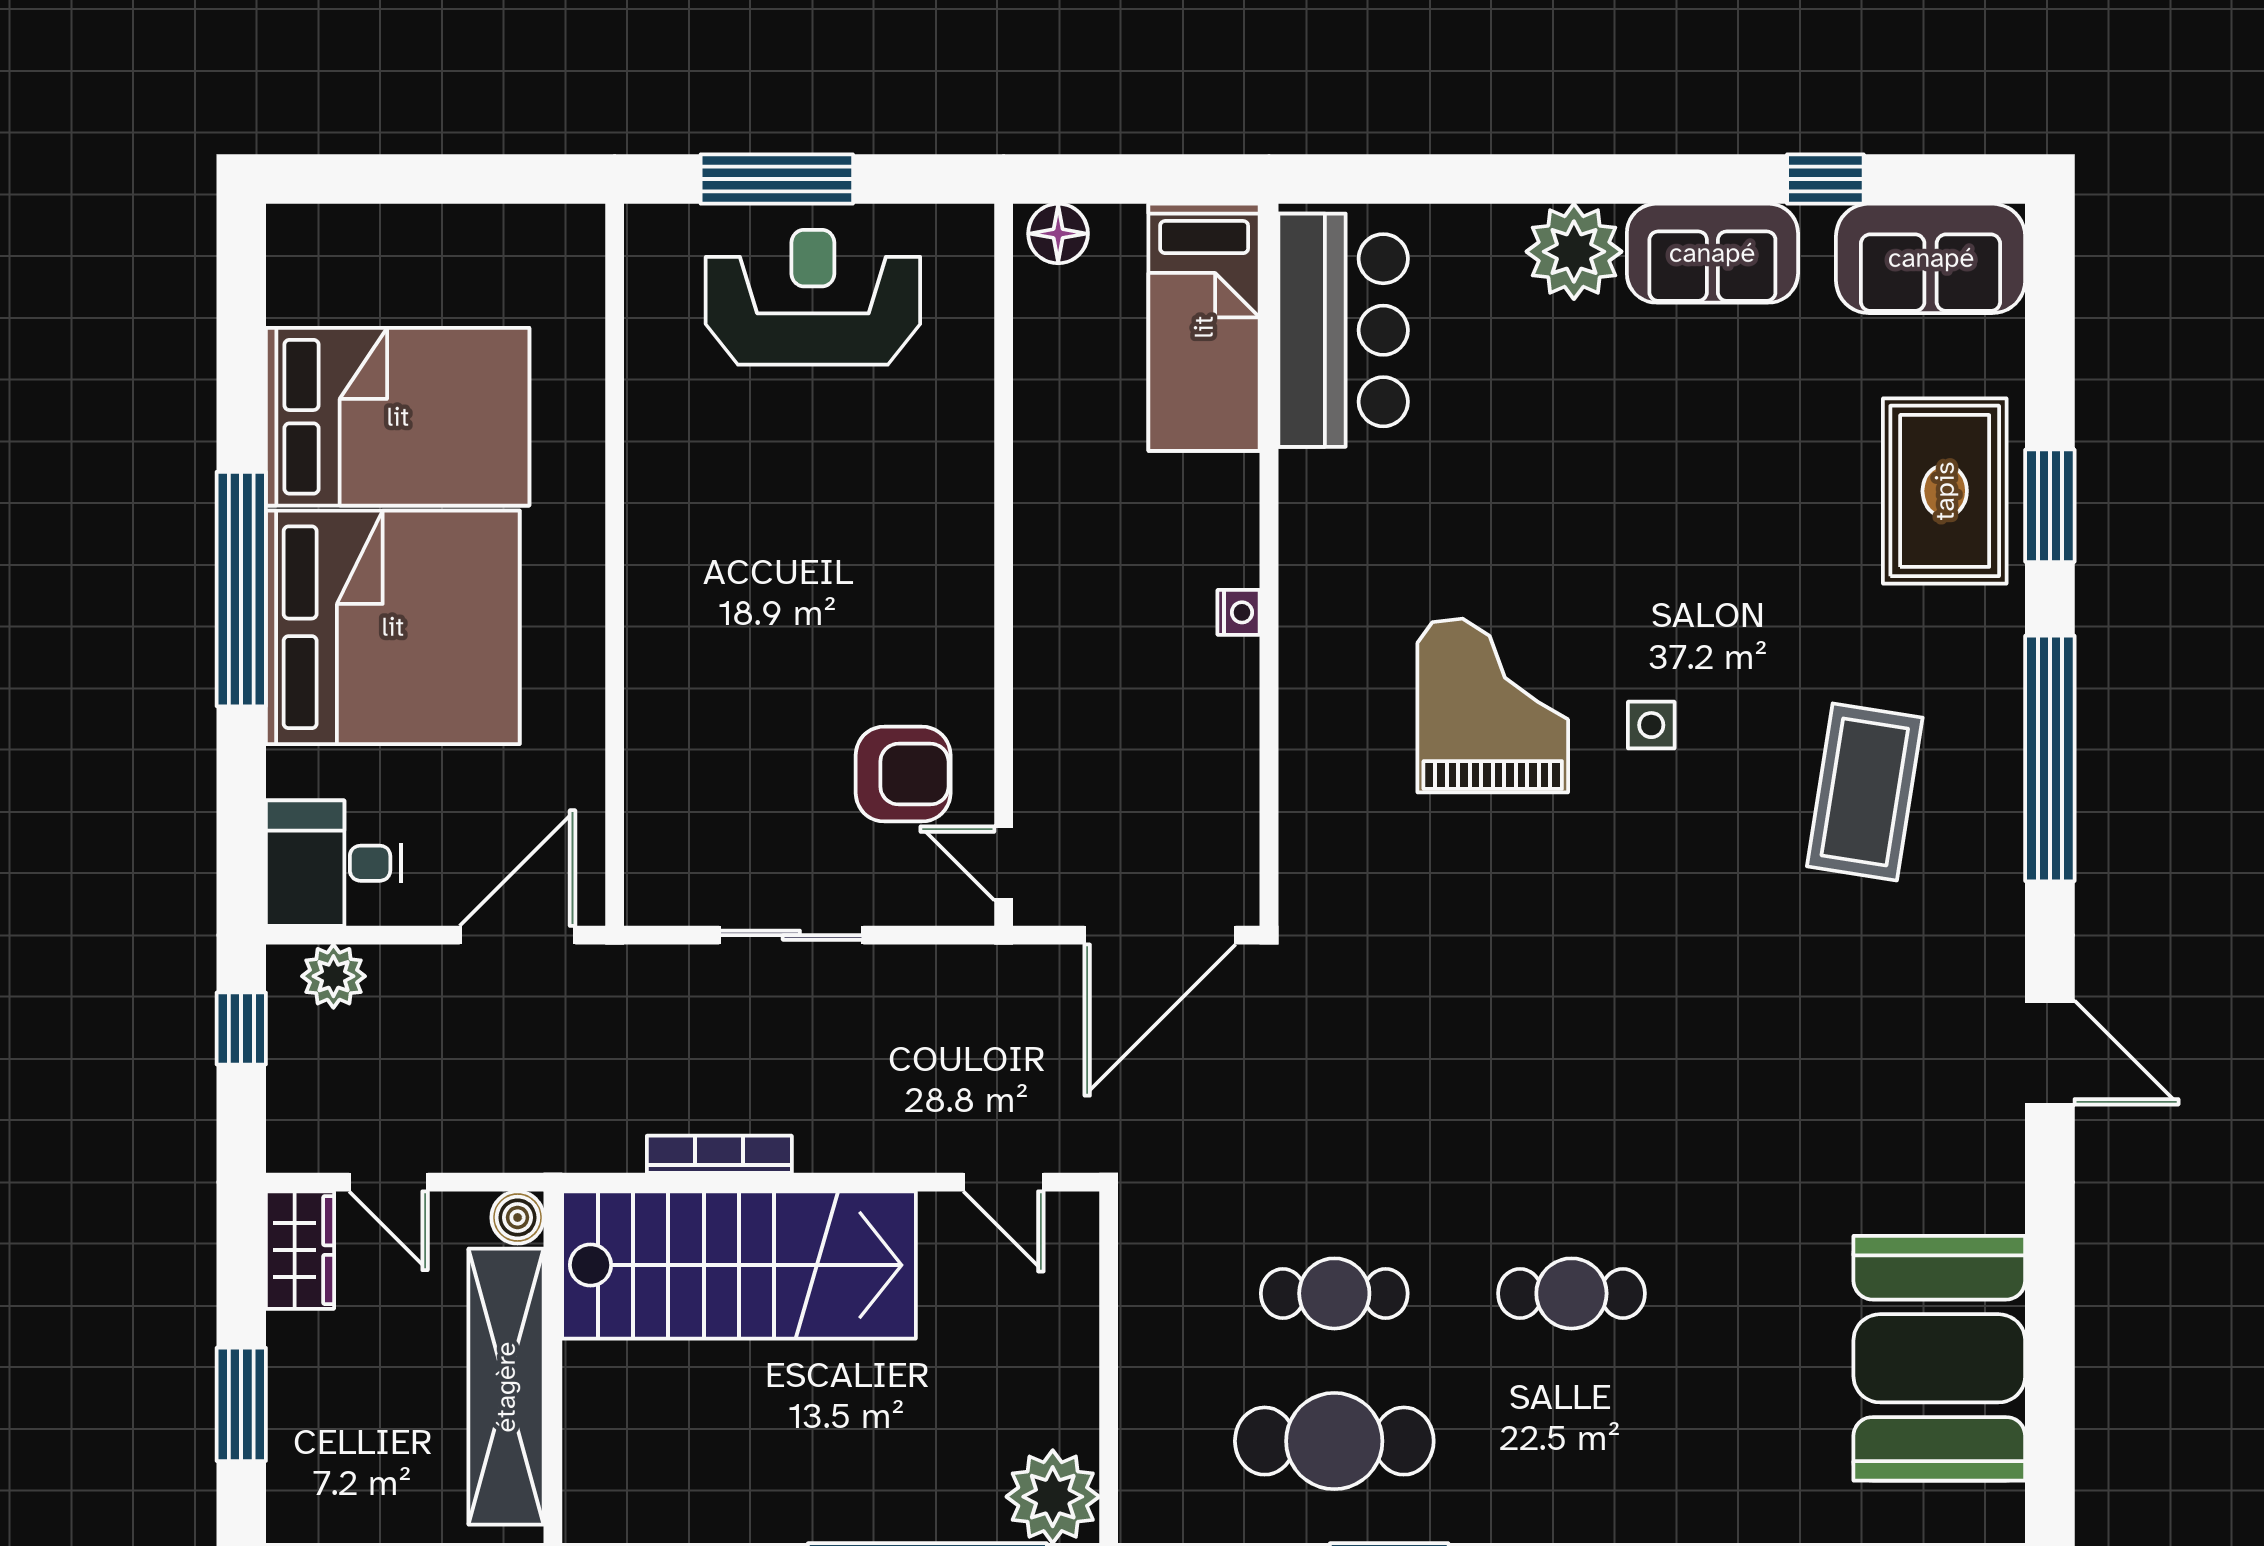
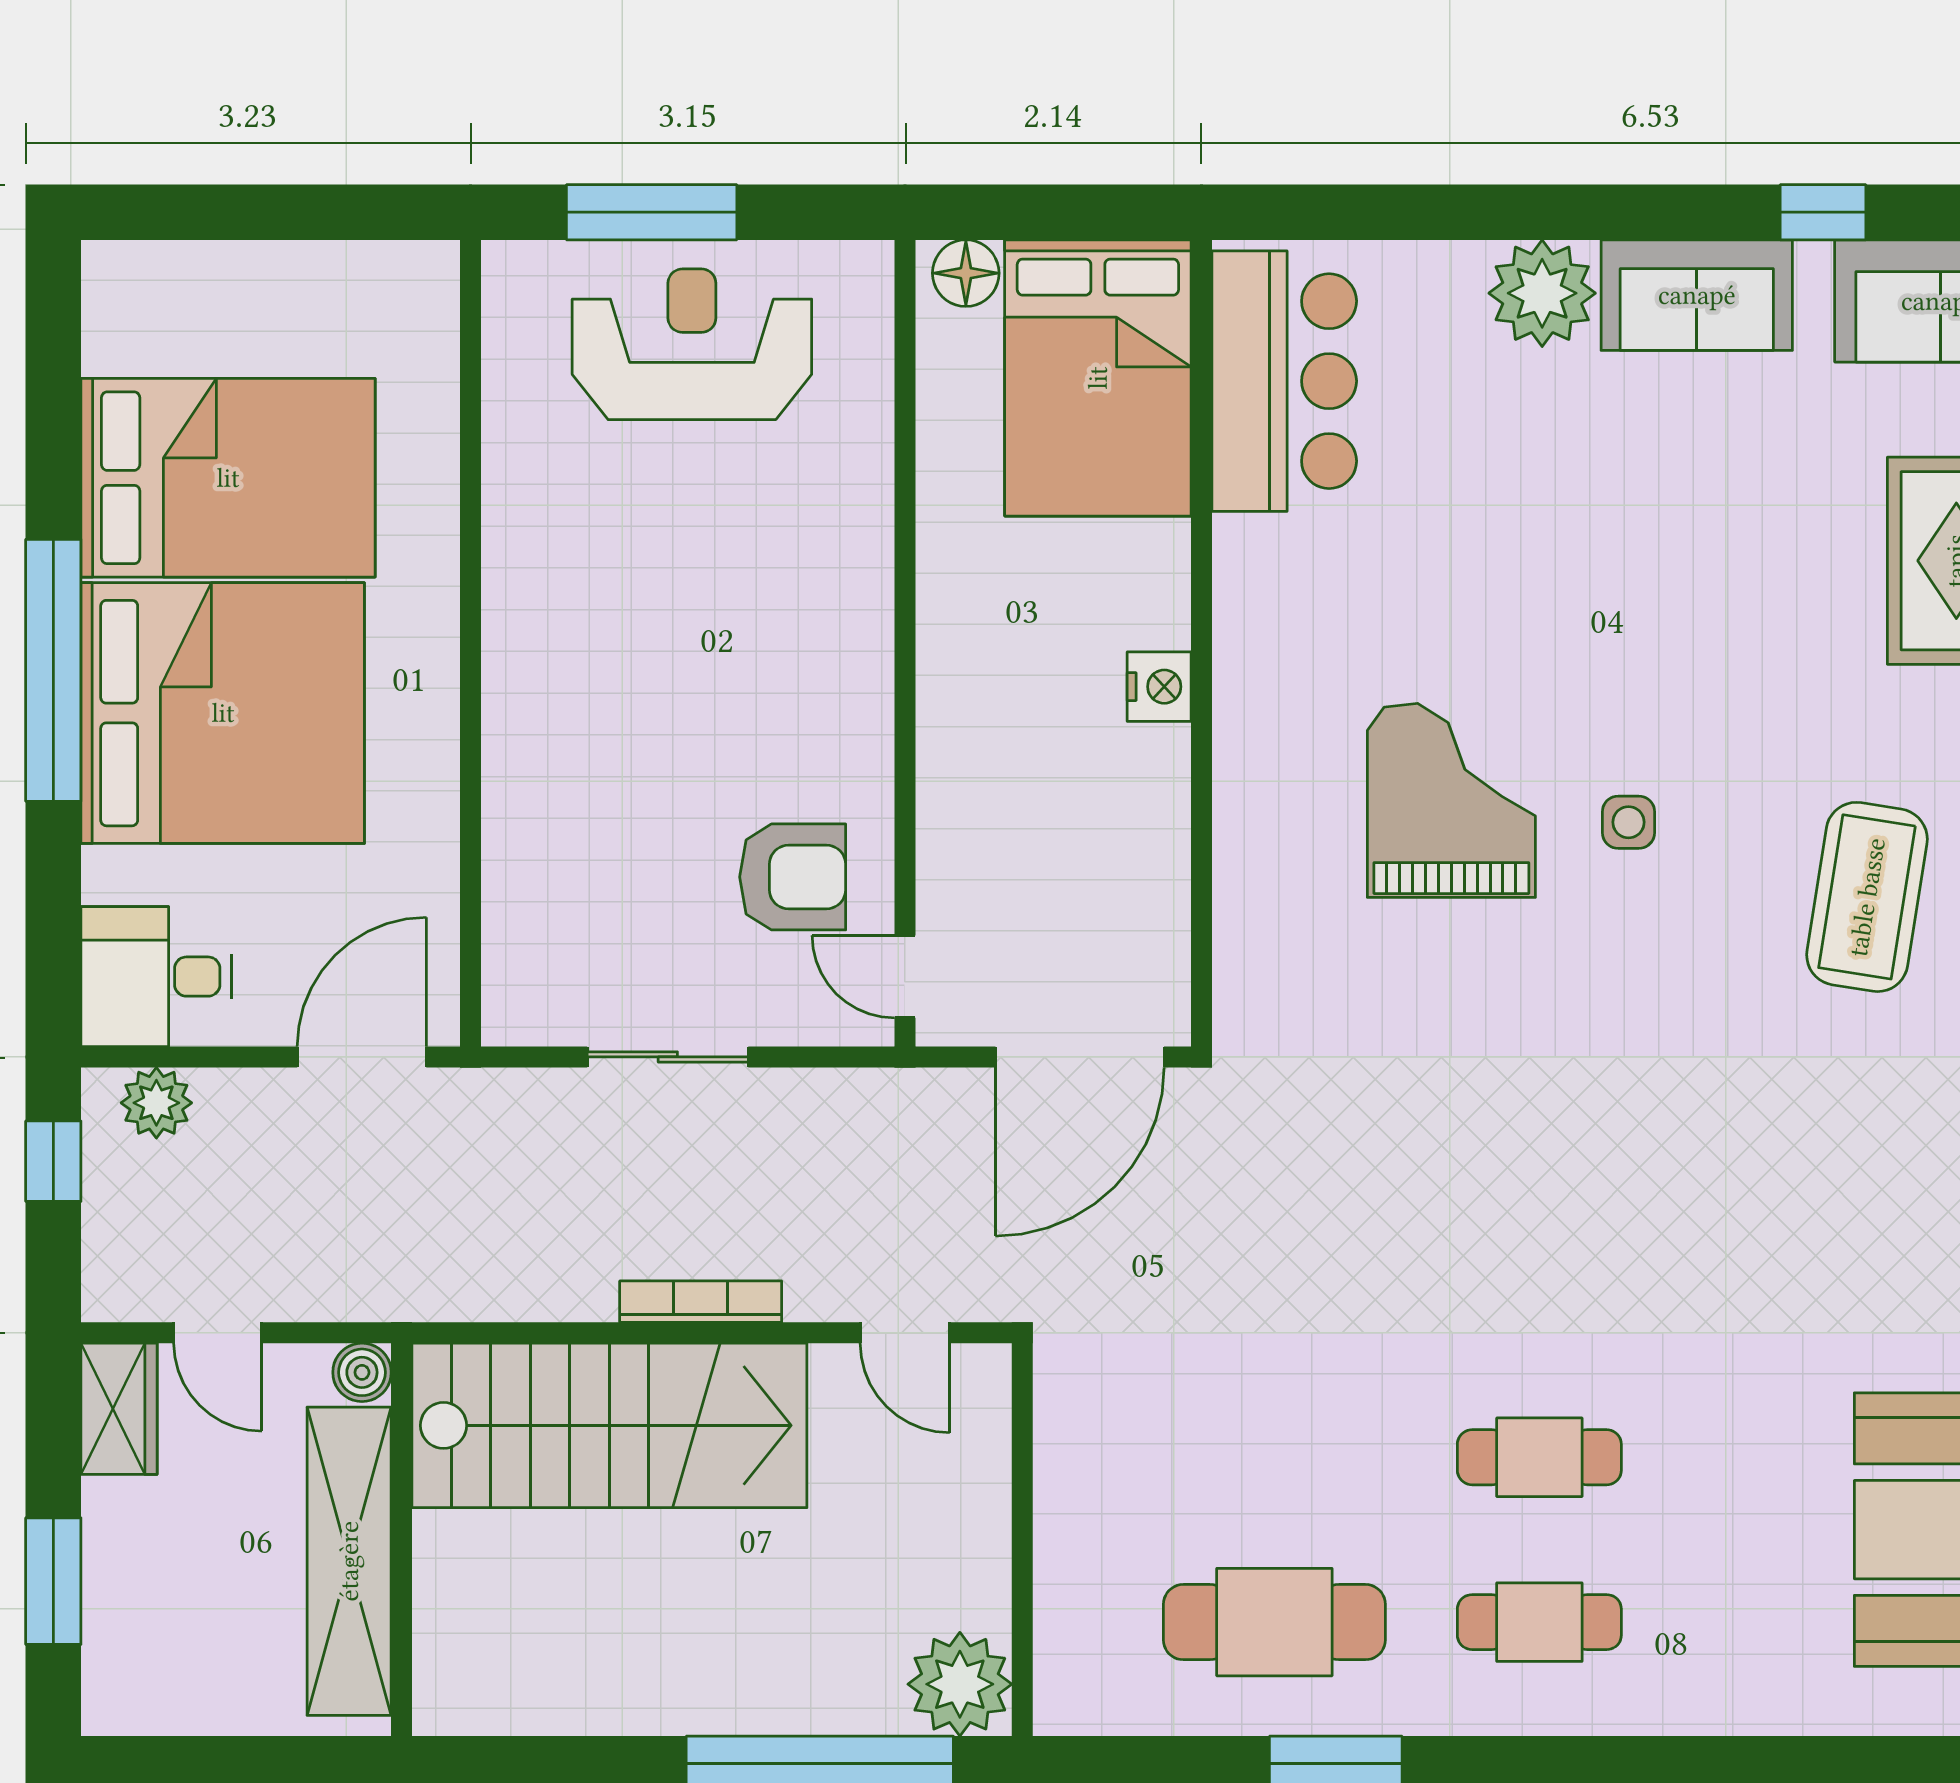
bed: (1204, 327) -> (1098, 378), width x1.50
nightstand: (1239, 612) -> (1159, 687), width x1.39, depth x1.35
bookcase: (719, 1154) -> (701, 1302), moved
cafe table: (1334, 1293) -> (1539, 1622), moved

